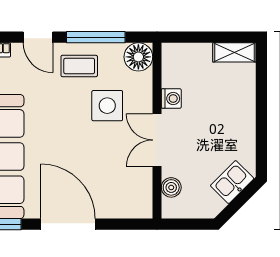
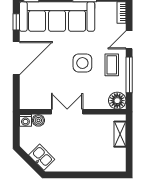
shelving: (234, 52) -> (120, 134), moved
washing machine: (171, 98) -> (25, 120), moved
side table: (107, 106) -> (82, 63), moved

